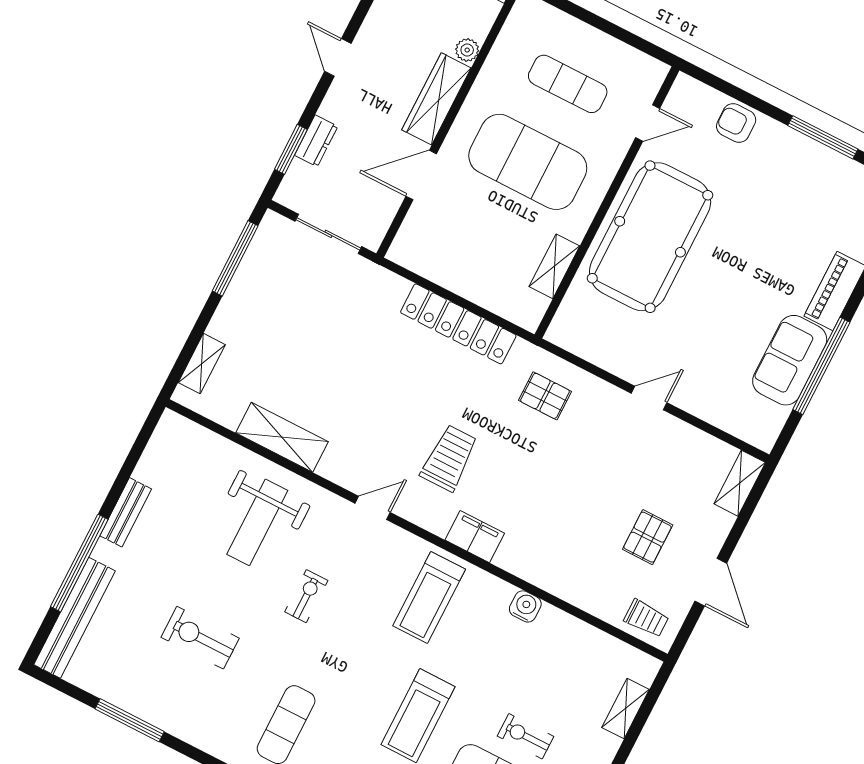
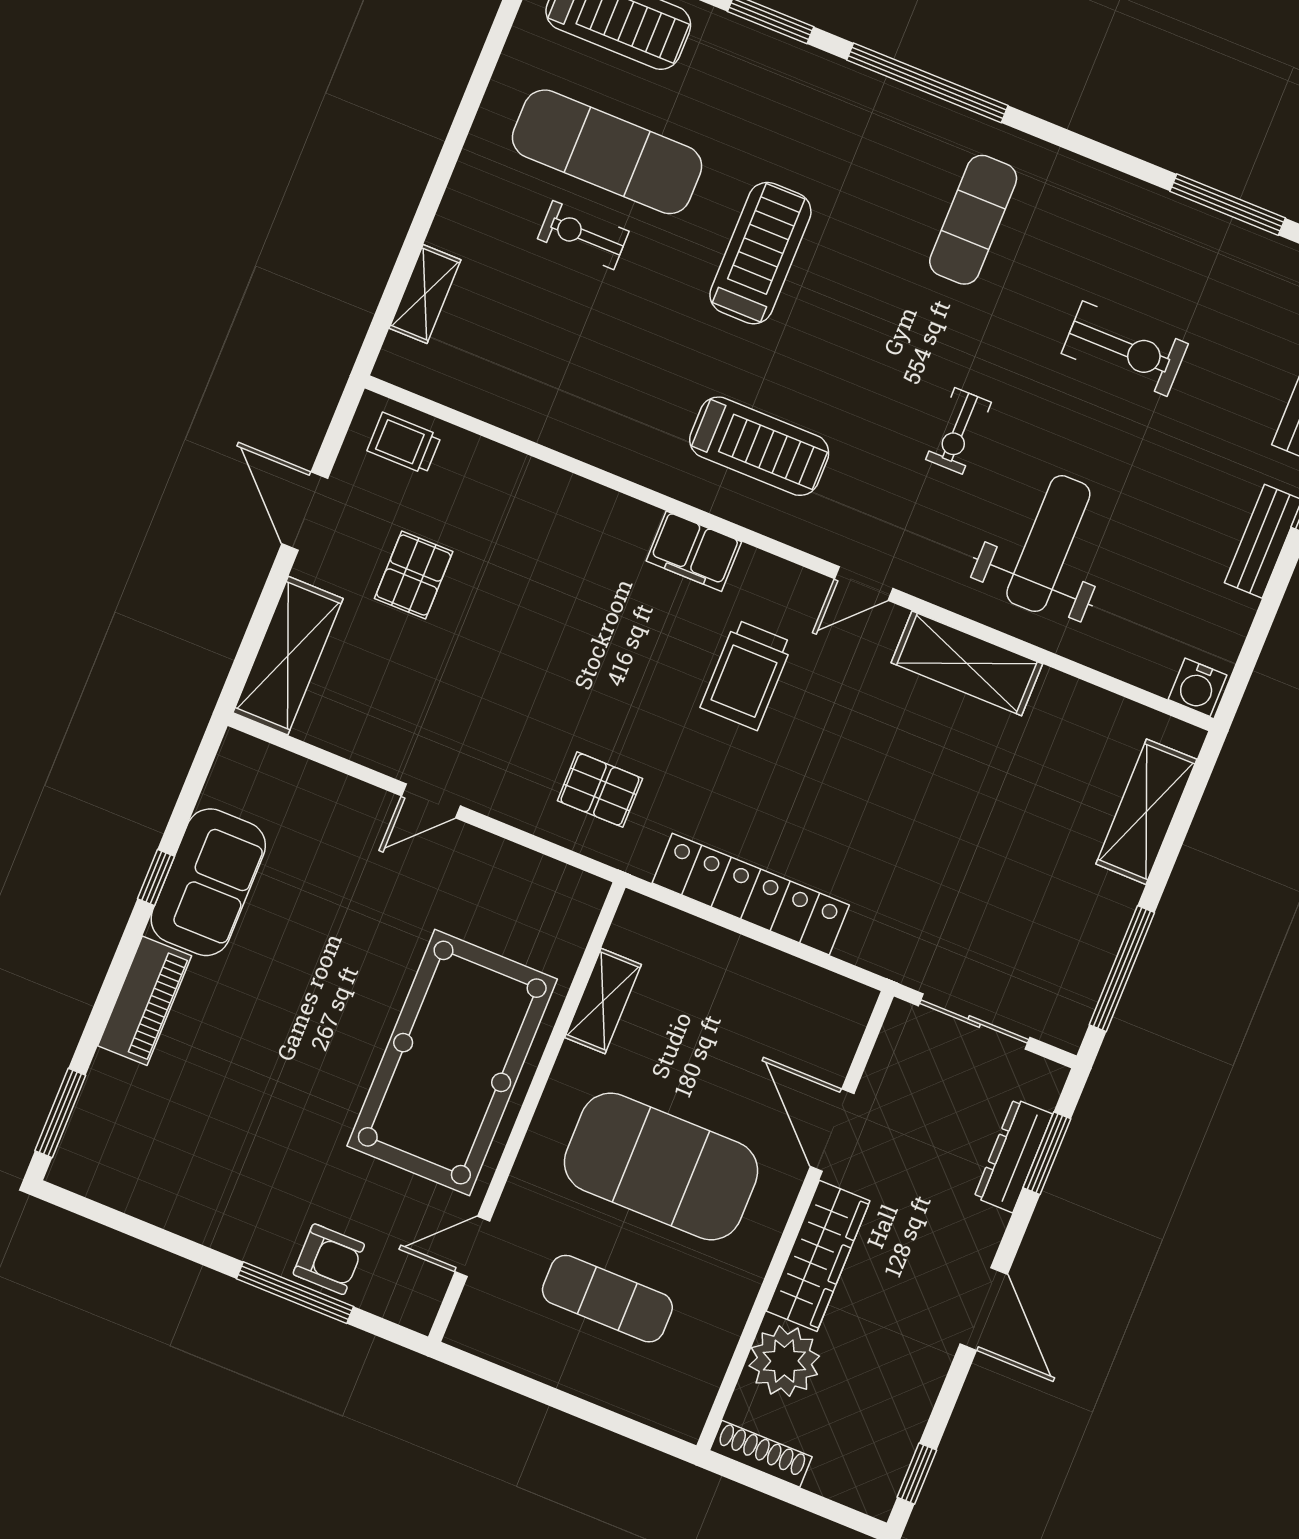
plant: (467, 50) -> (784, 1361), width x1.87, depth x1.87
door: (338, 57) -> (984, 1309), width x1.38
window: (823, 137) -> (295, 1293), moved
dresser: (316, 141) -> (1013, 1156), width x1.44
door: (421, 175) -> (832, 1130), swing flipped
shelving: (202, 364) -> (1146, 812), width x1.50, depth x1.33
window: (821, 366) -> (156, 878), width x0.32
shelving: (282, 437) -> (967, 663), moved
shelving: (740, 483) -> (288, 656), width x1.50, depth x1.33
treadmill: (429, 597) -> (759, 446), turned 90
water cooler: (525, 606) -> (1197, 687), moved
exercise bike: (526, 736) -> (583, 235), turned 180

